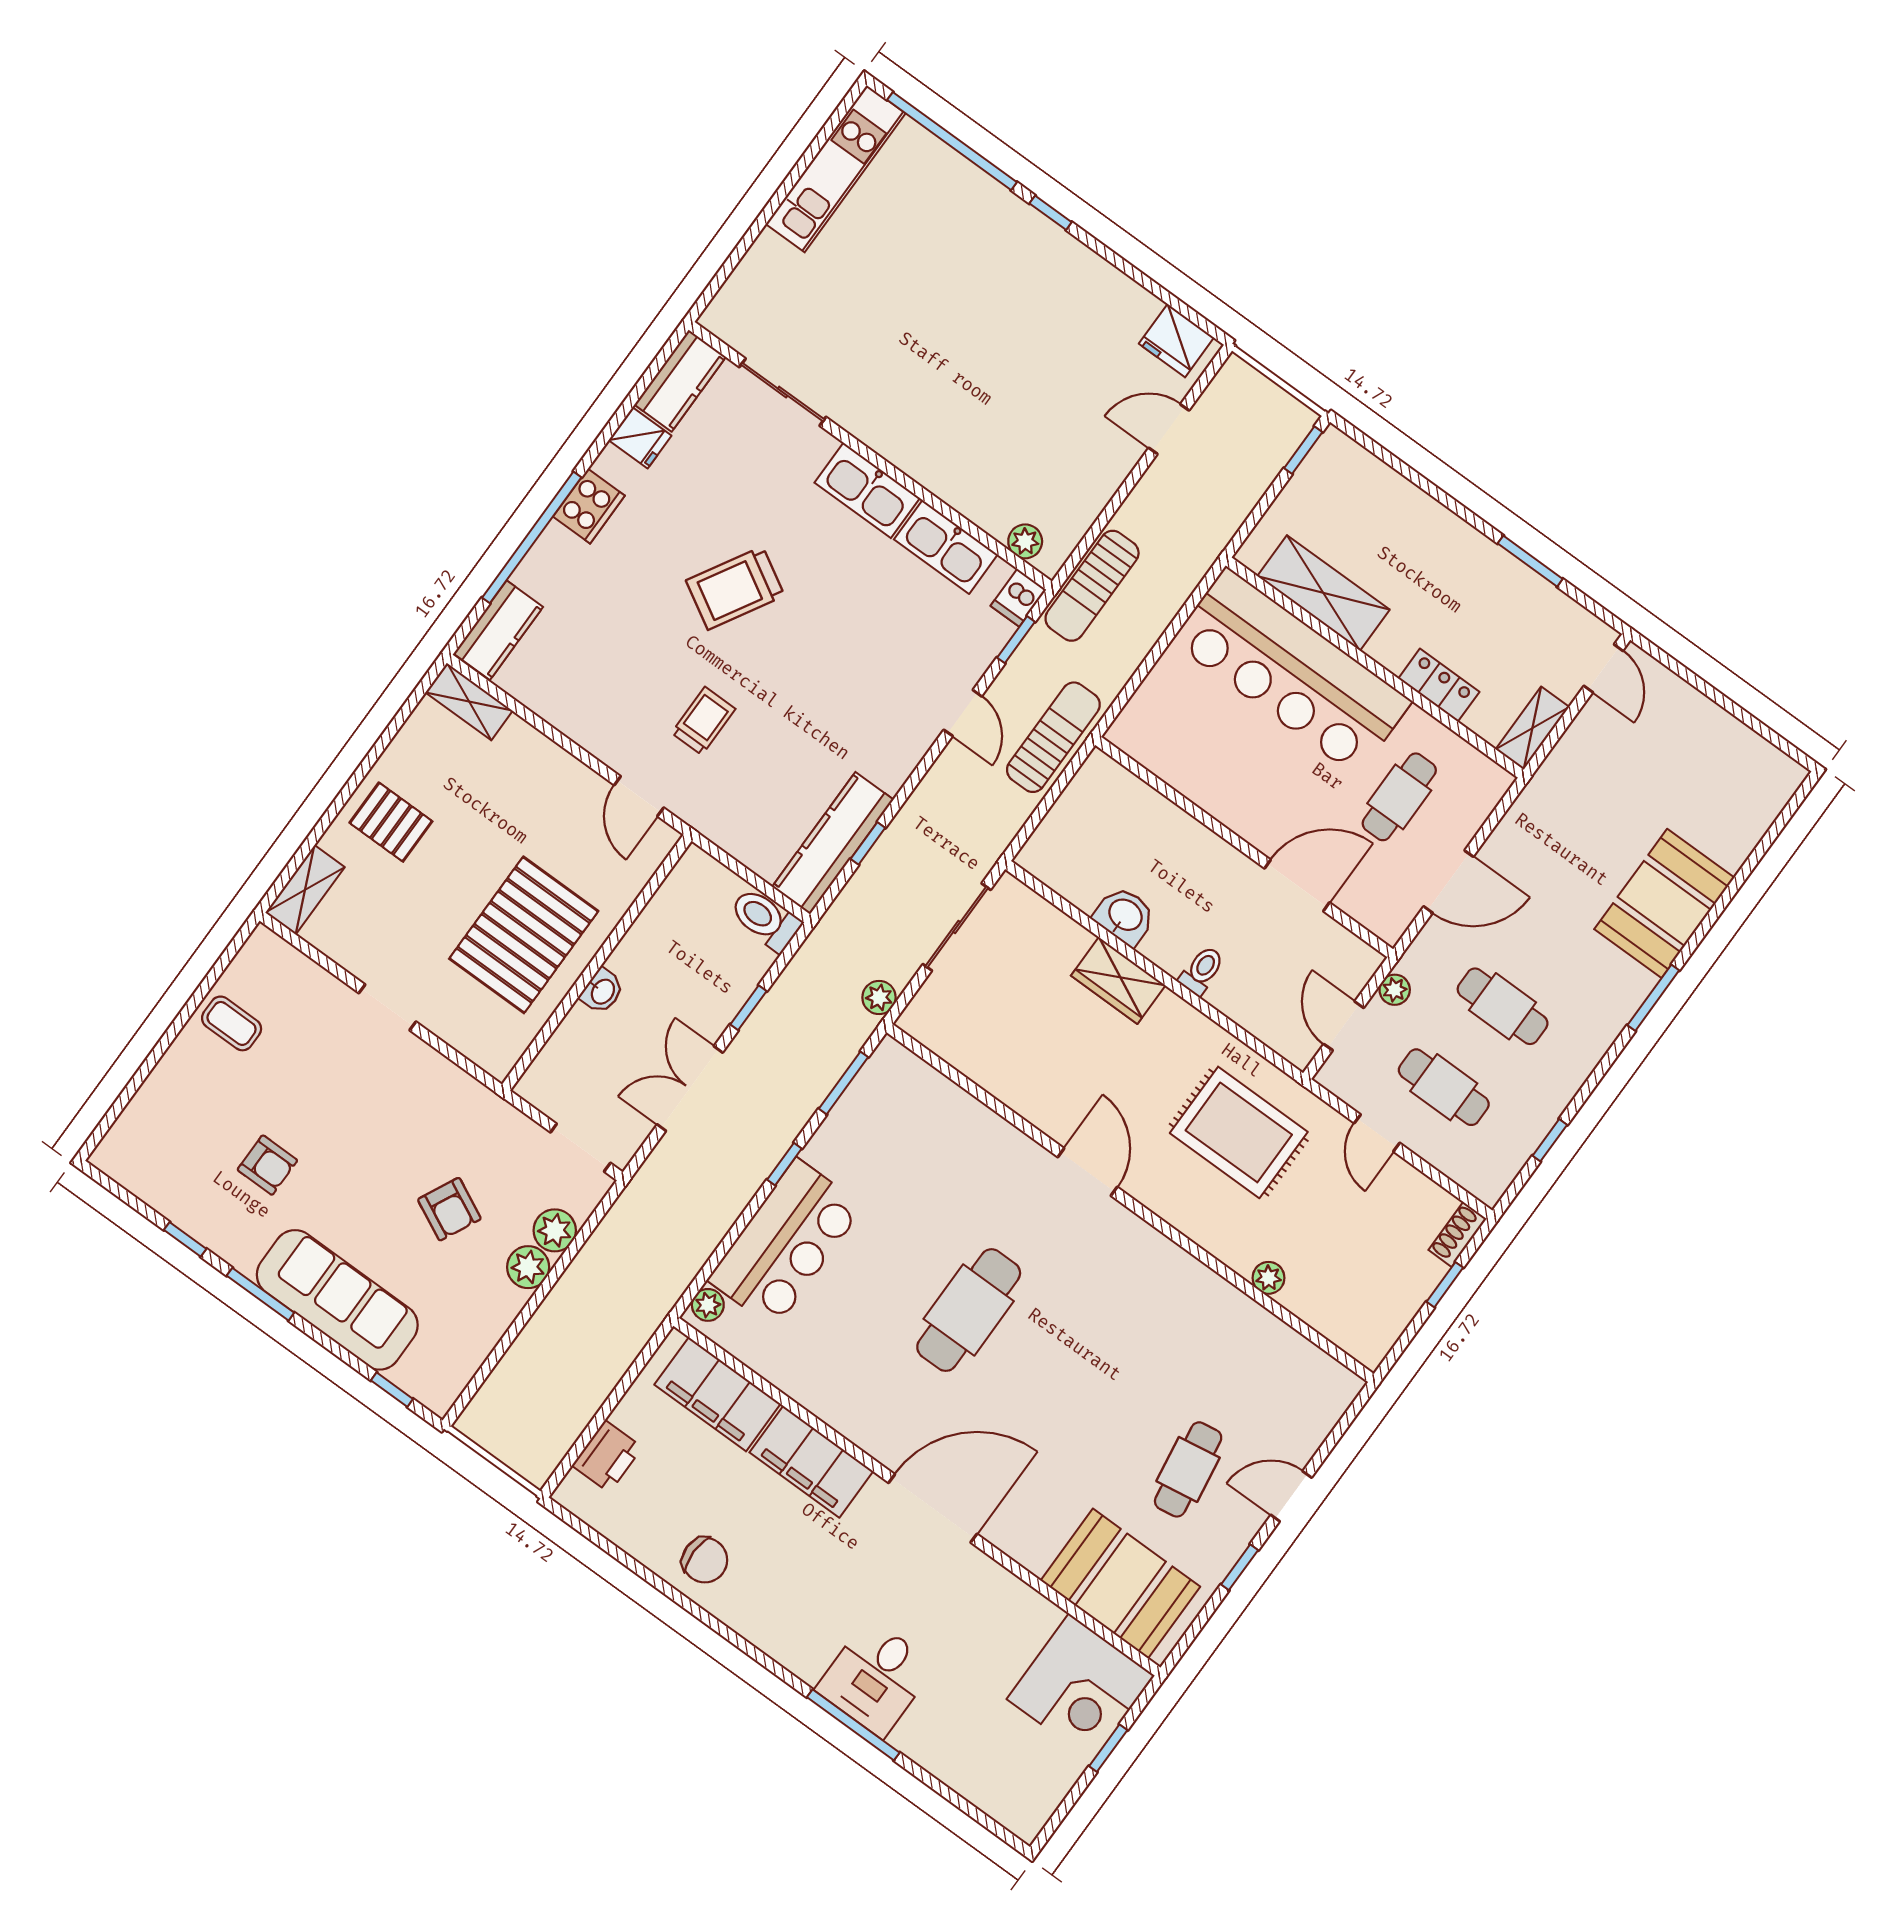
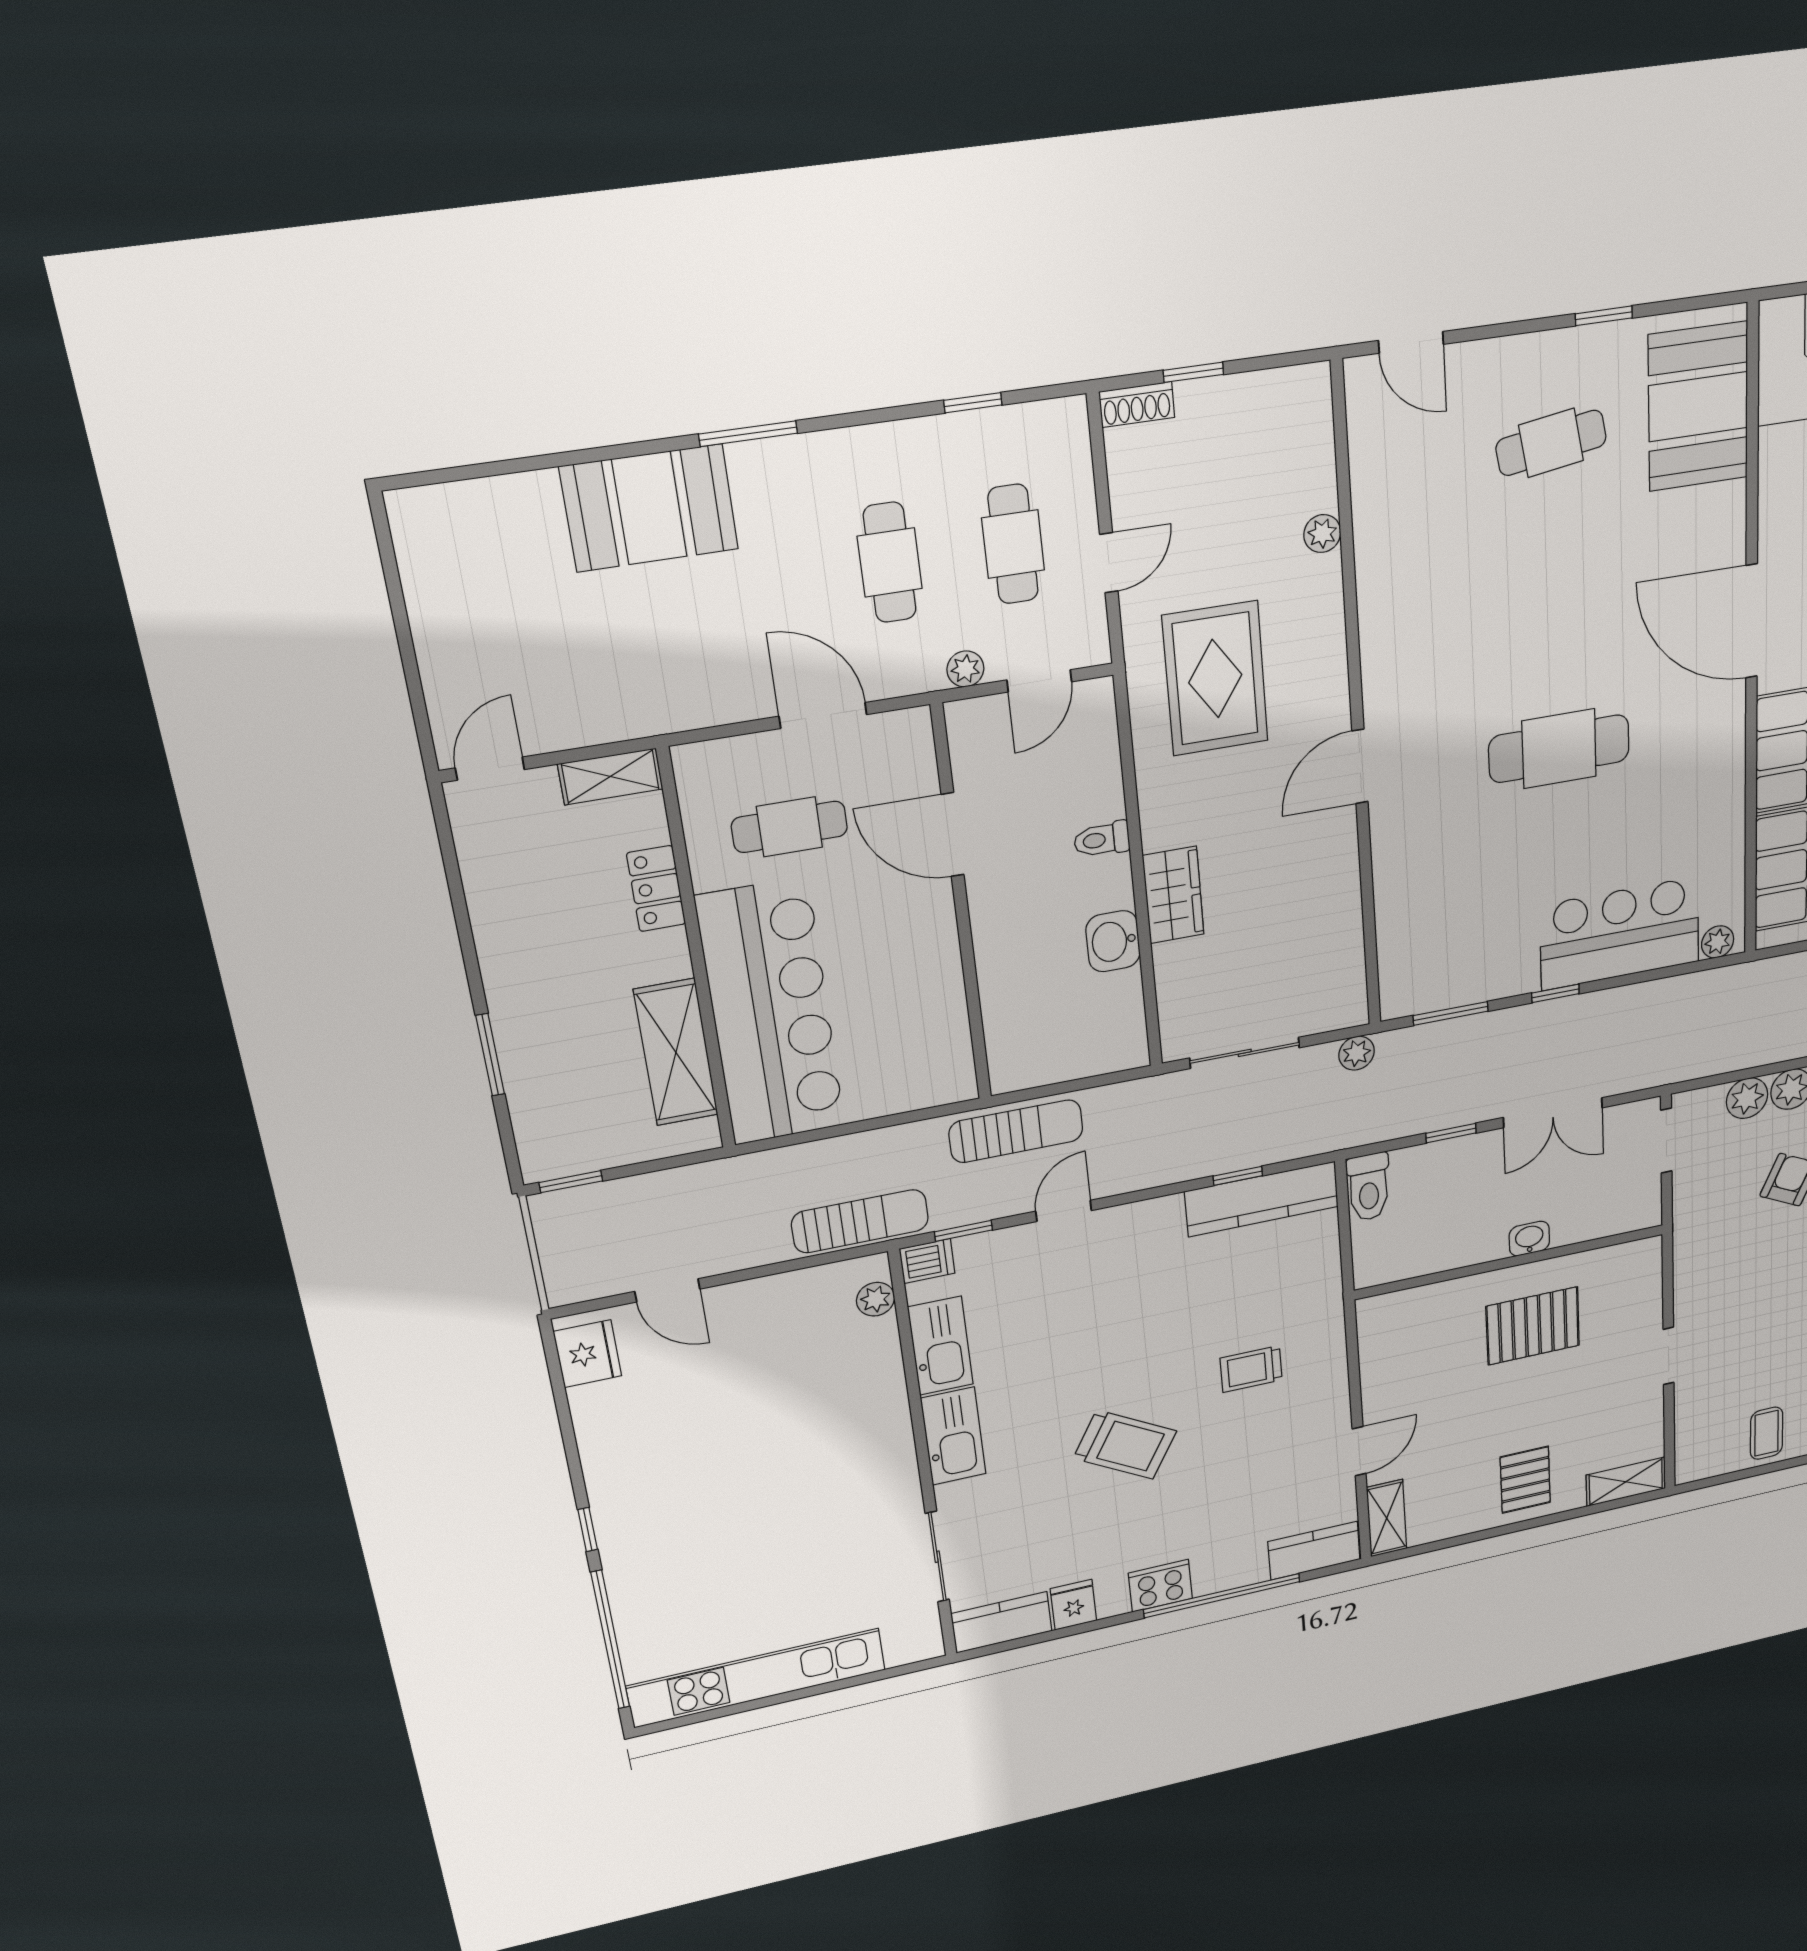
kitchen unit: (836, 169) -> (757, 1678), width x1.36
window: (1530, 561) -> (490, 1055), moved
sun lounger: (1053, 737) -> (1016, 1131), turned 180
door: (639, 796) -> (1359, 1451), moved
pallet: (524, 935) -> (1533, 1326), width x0.73, depth x0.71
door: (1291, 1496) -> (1411, 342), moved

